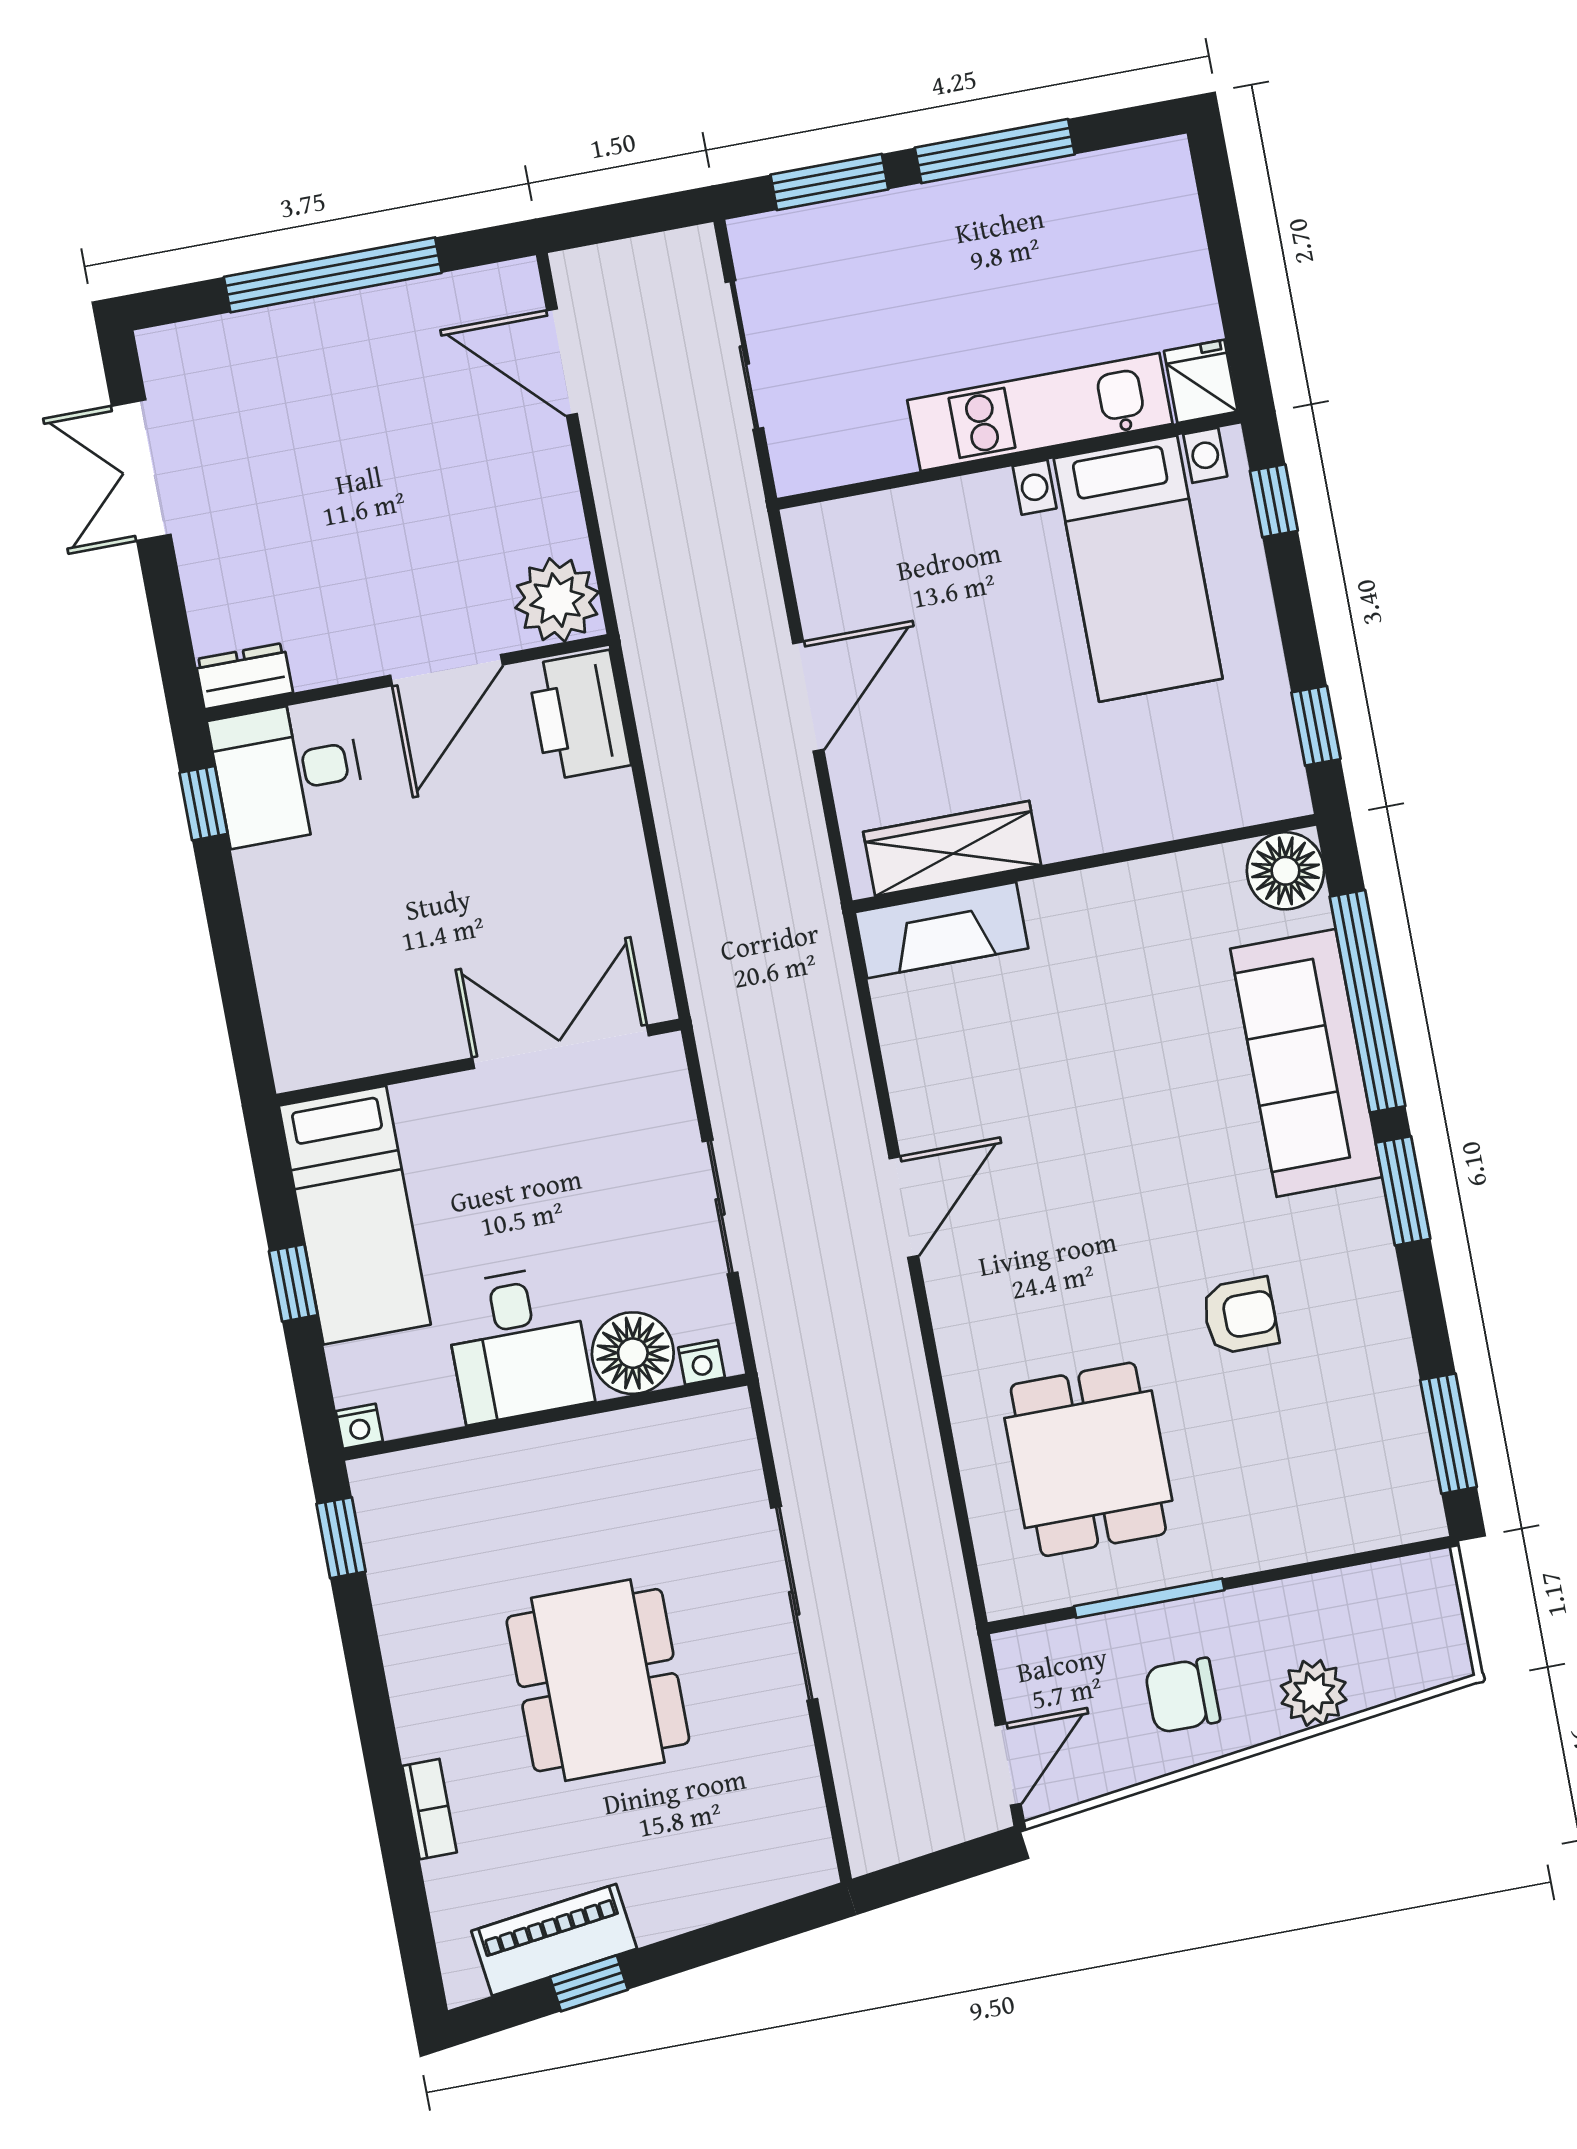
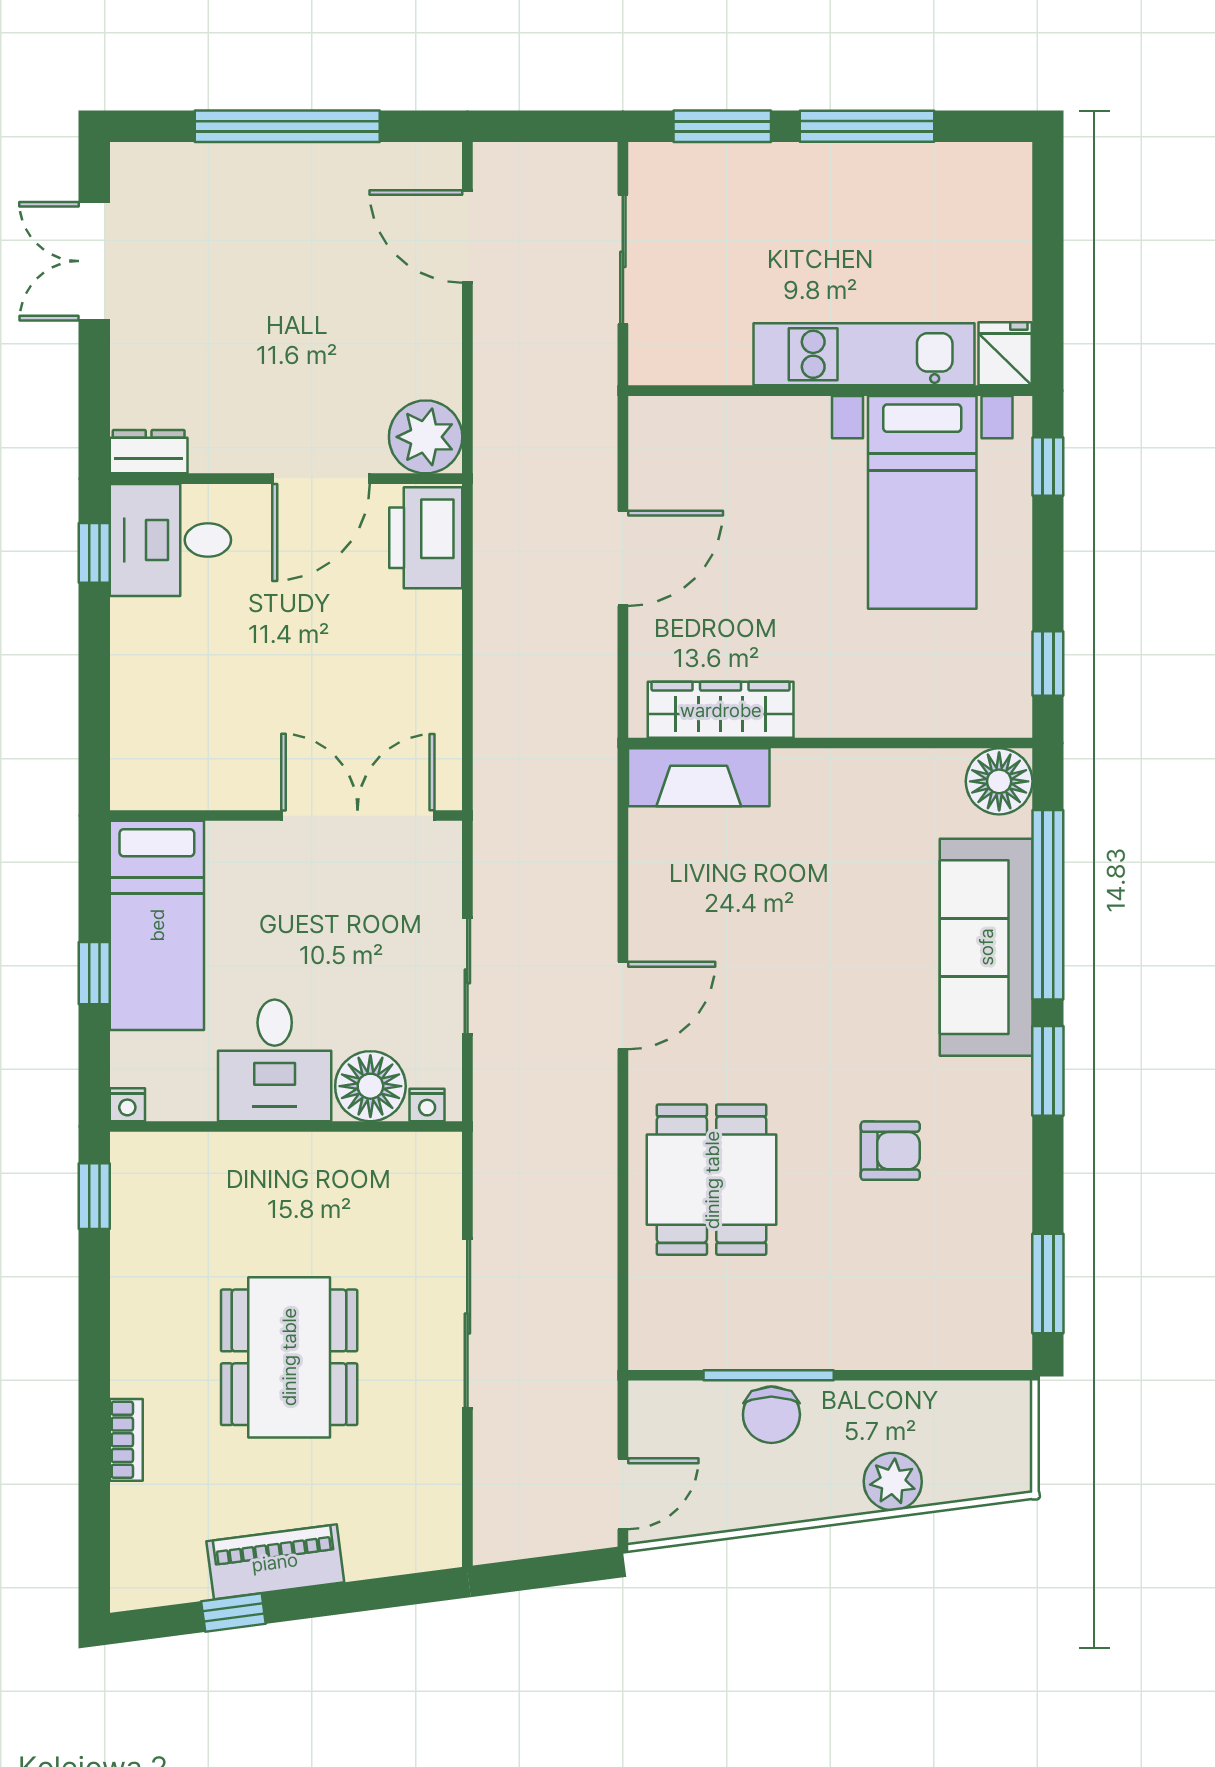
dining table: (1088, 1459) -> (712, 1180), moved
chair: (1182, 1695) -> (771, 1415), moved, turned -90
piano: (554, 1940) -> (275, 1562), moved

